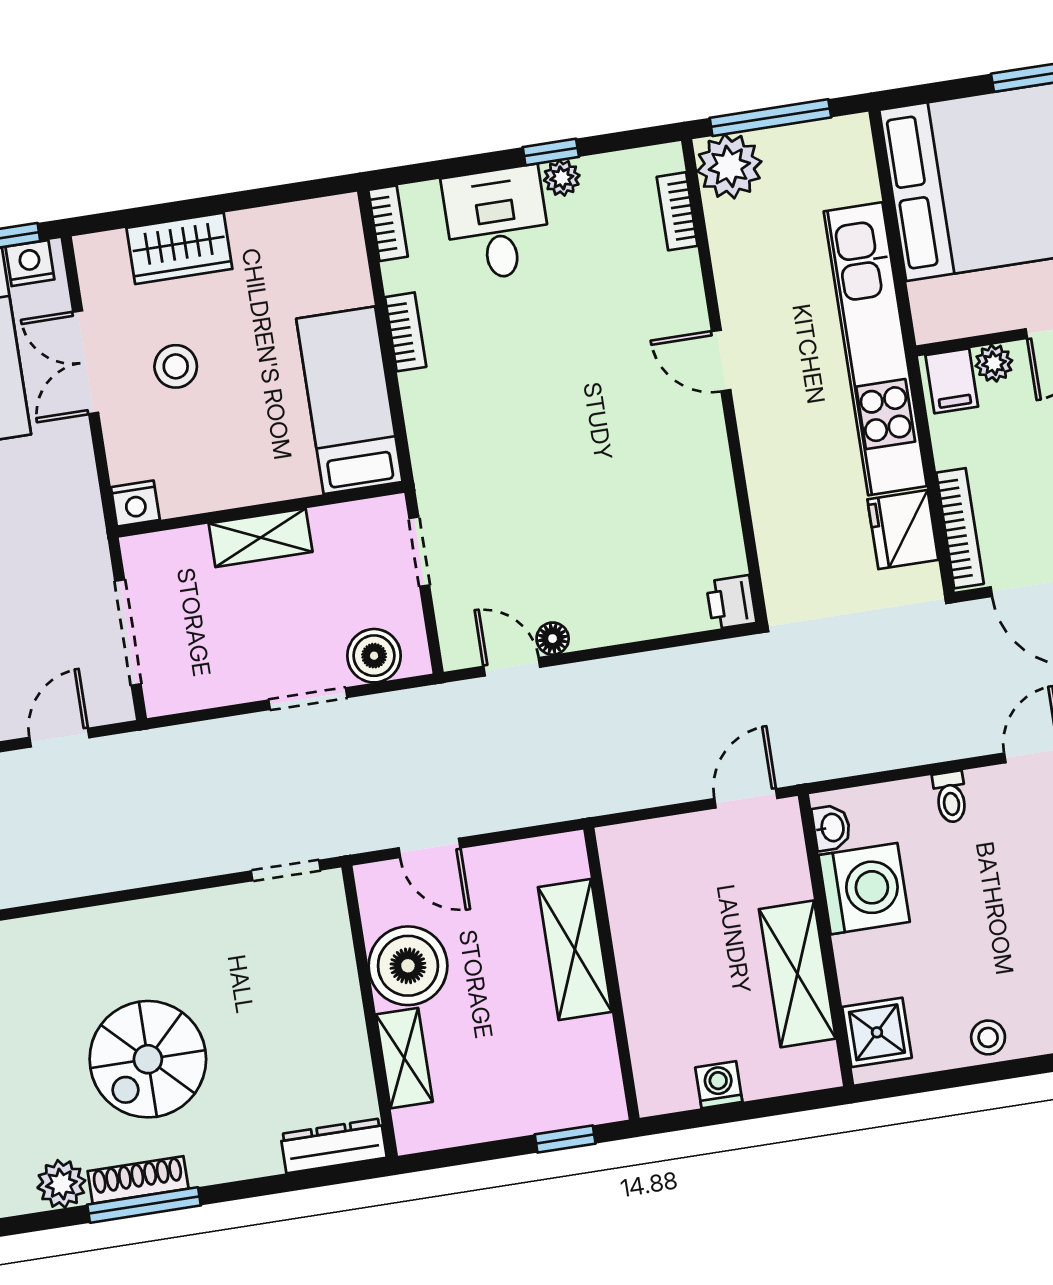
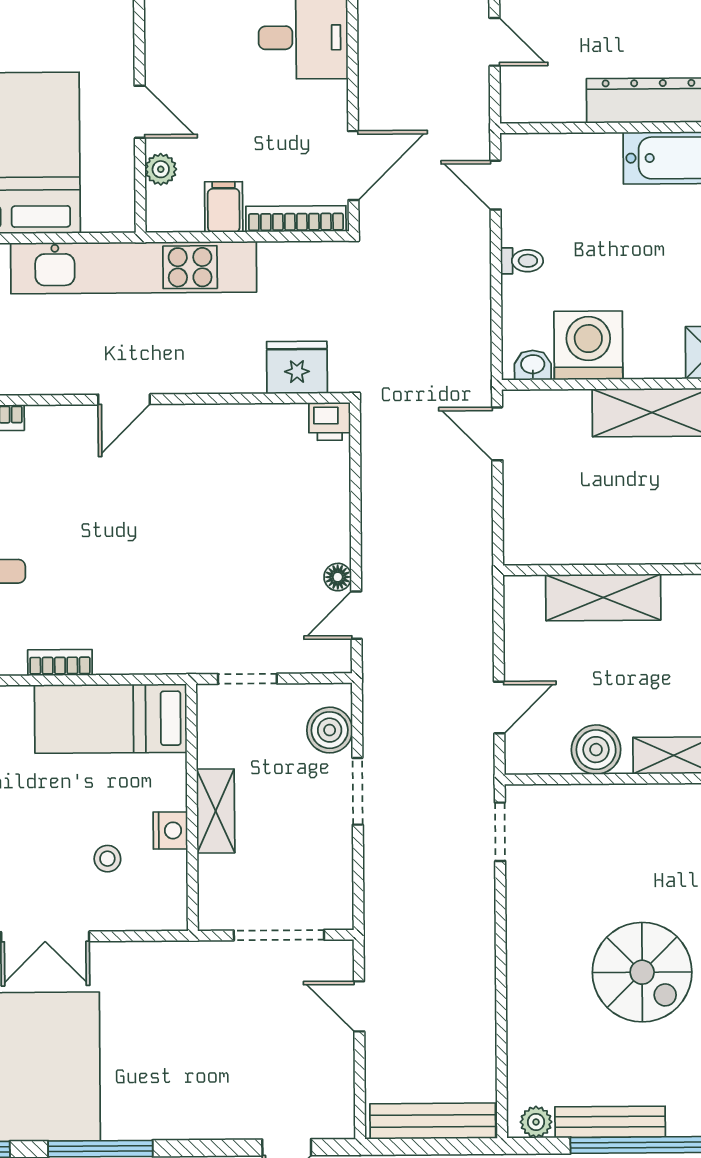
stool: (176, 366) -> (107, 859), moved, width x0.73, depth x0.73
filing cabinet: (952, 381) -> (224, 207), moved, turned -90
nightstand: (135, 503) -> (170, 830), moved
fridge: (903, 530) -> (297, 367), moved, turned 180
boiler: (408, 966) -> (596, 750), width x0.73, depth x0.73

